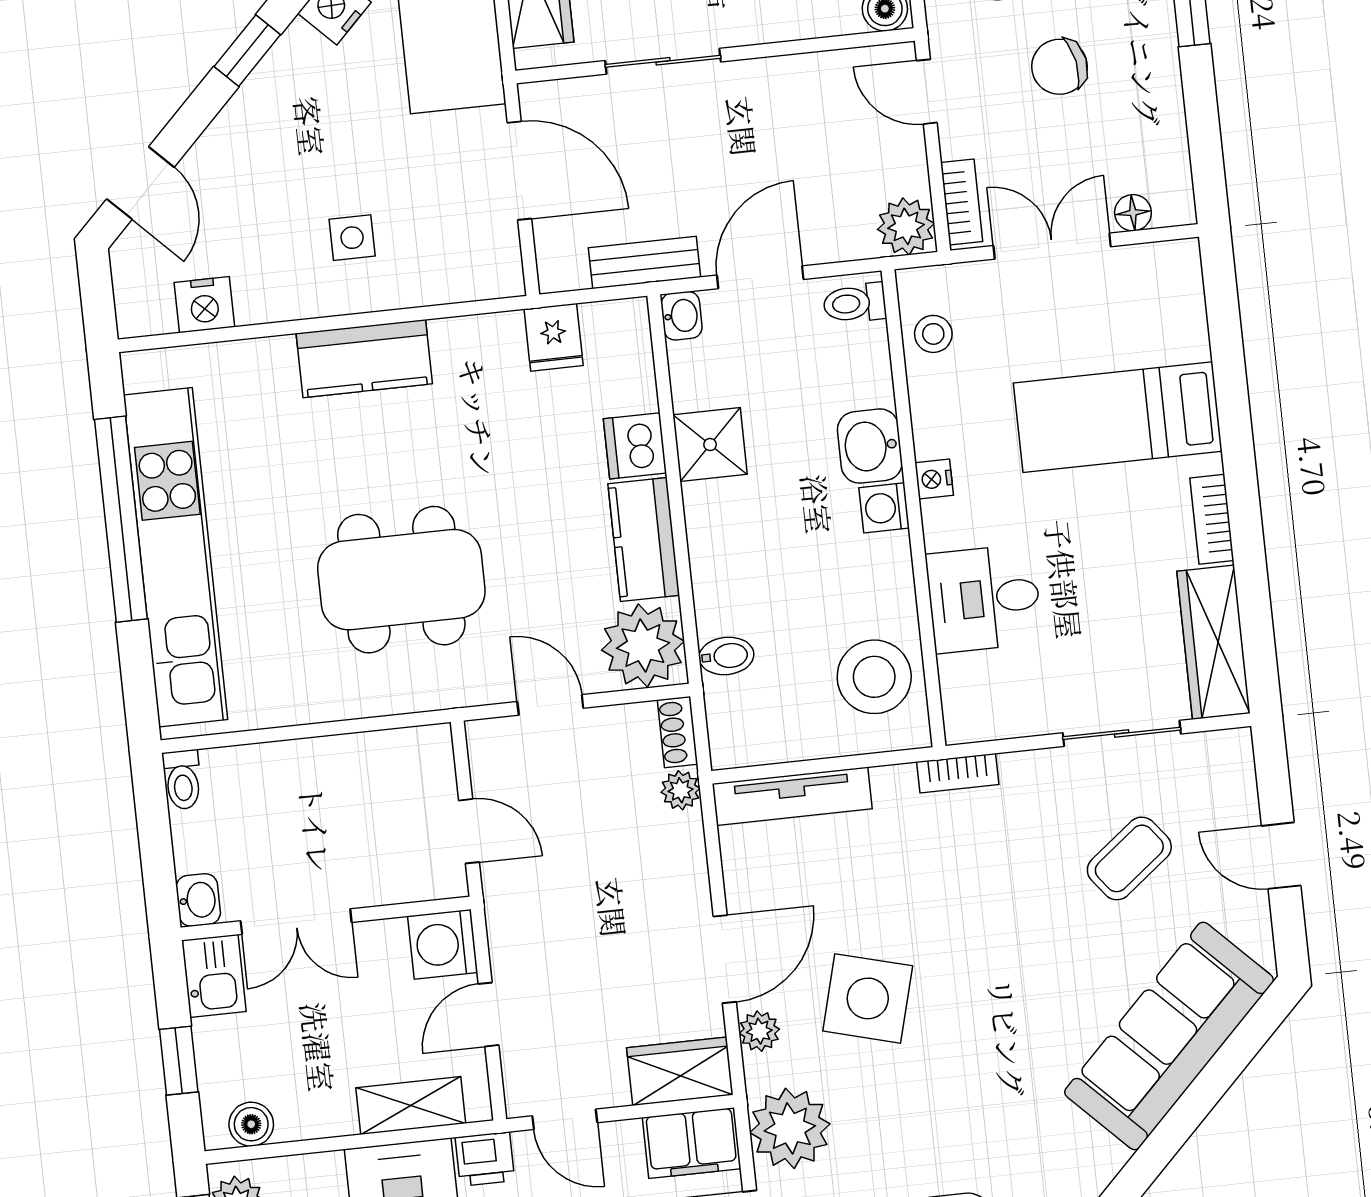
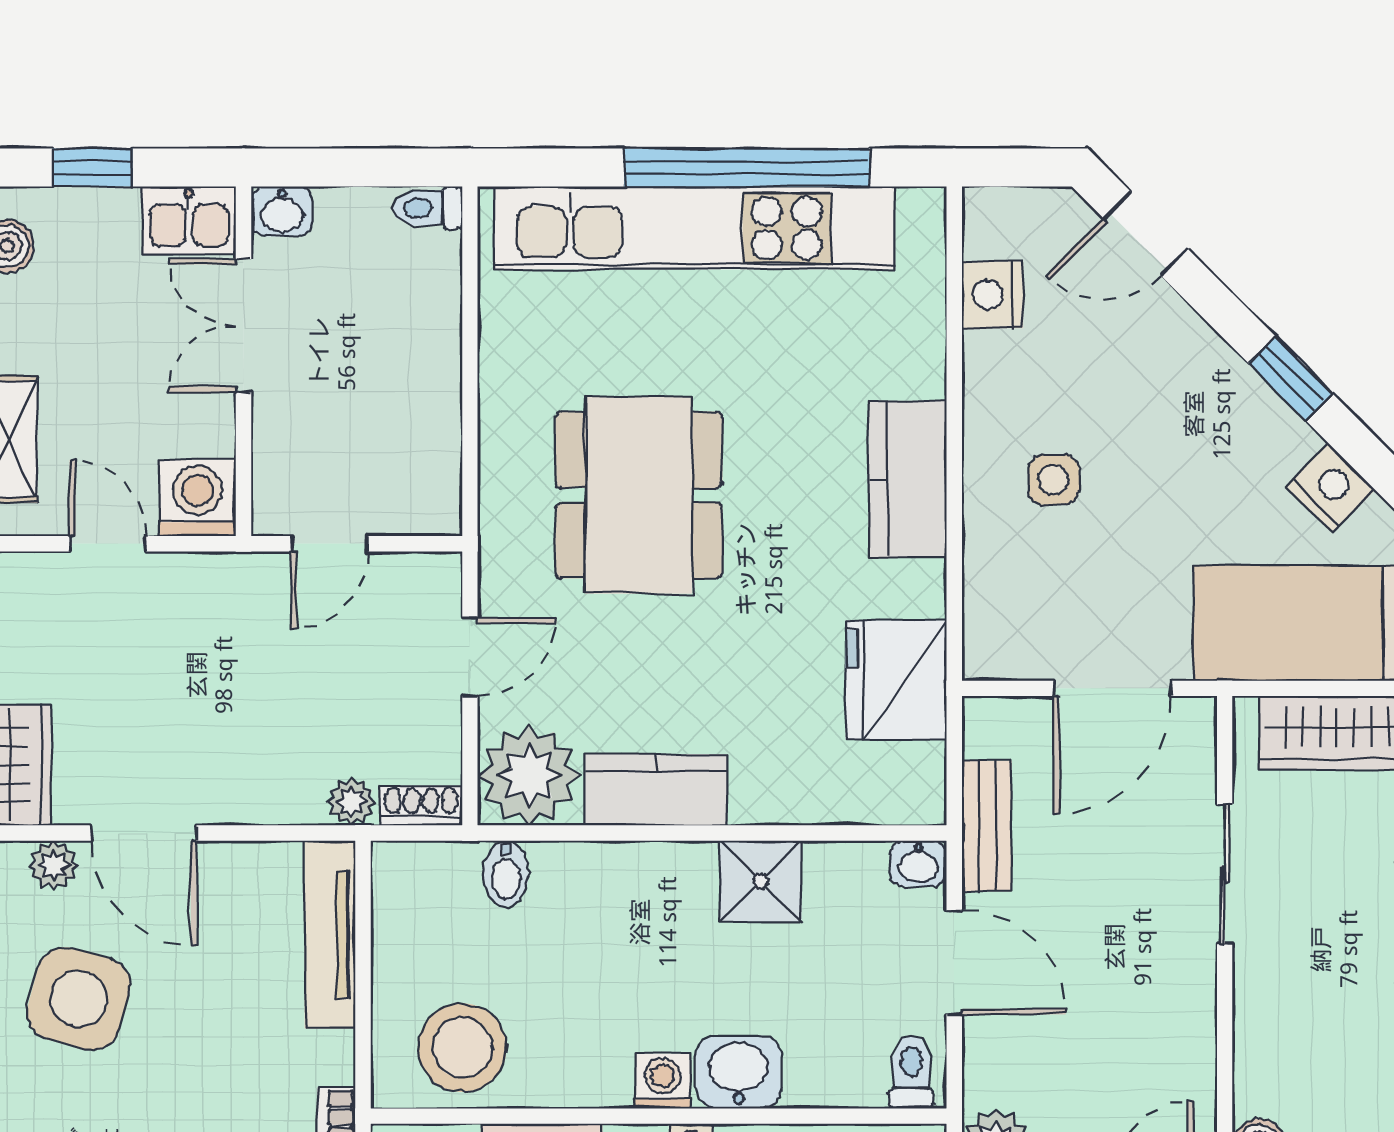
fridge: (554, 337) -> (896, 680), width x1.88, depth x1.34
dishwasher: (635, 446) -> (769, 791), removed

